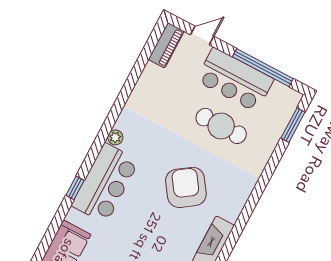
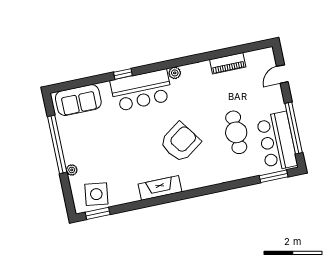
door: (202, 35) -> (282, 74), swing flipped
piano: (166, 45) -> (228, 63), moved
bar counter: (235, 80) -> (277, 141), moved

